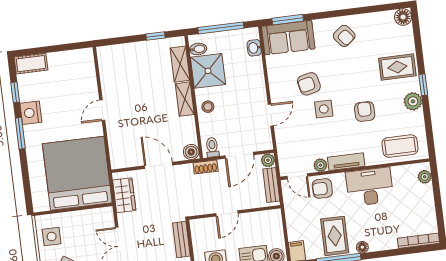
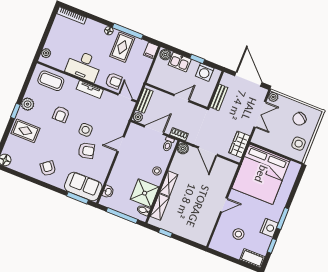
stool: (64, 84) -> (238, 234), added
plant: (320, 165) -> (107, 96), removed

